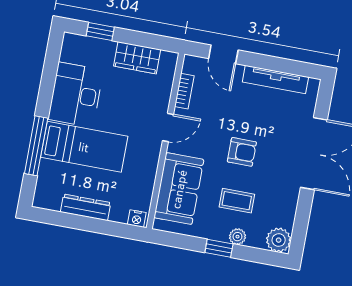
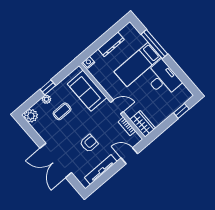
wardrobe: (137, 58) -> (143, 124), moved, turned 90
door: (168, 127) -> (117, 107), swing flipped
armchair: (242, 152) -> (89, 143), moved, turned 180

